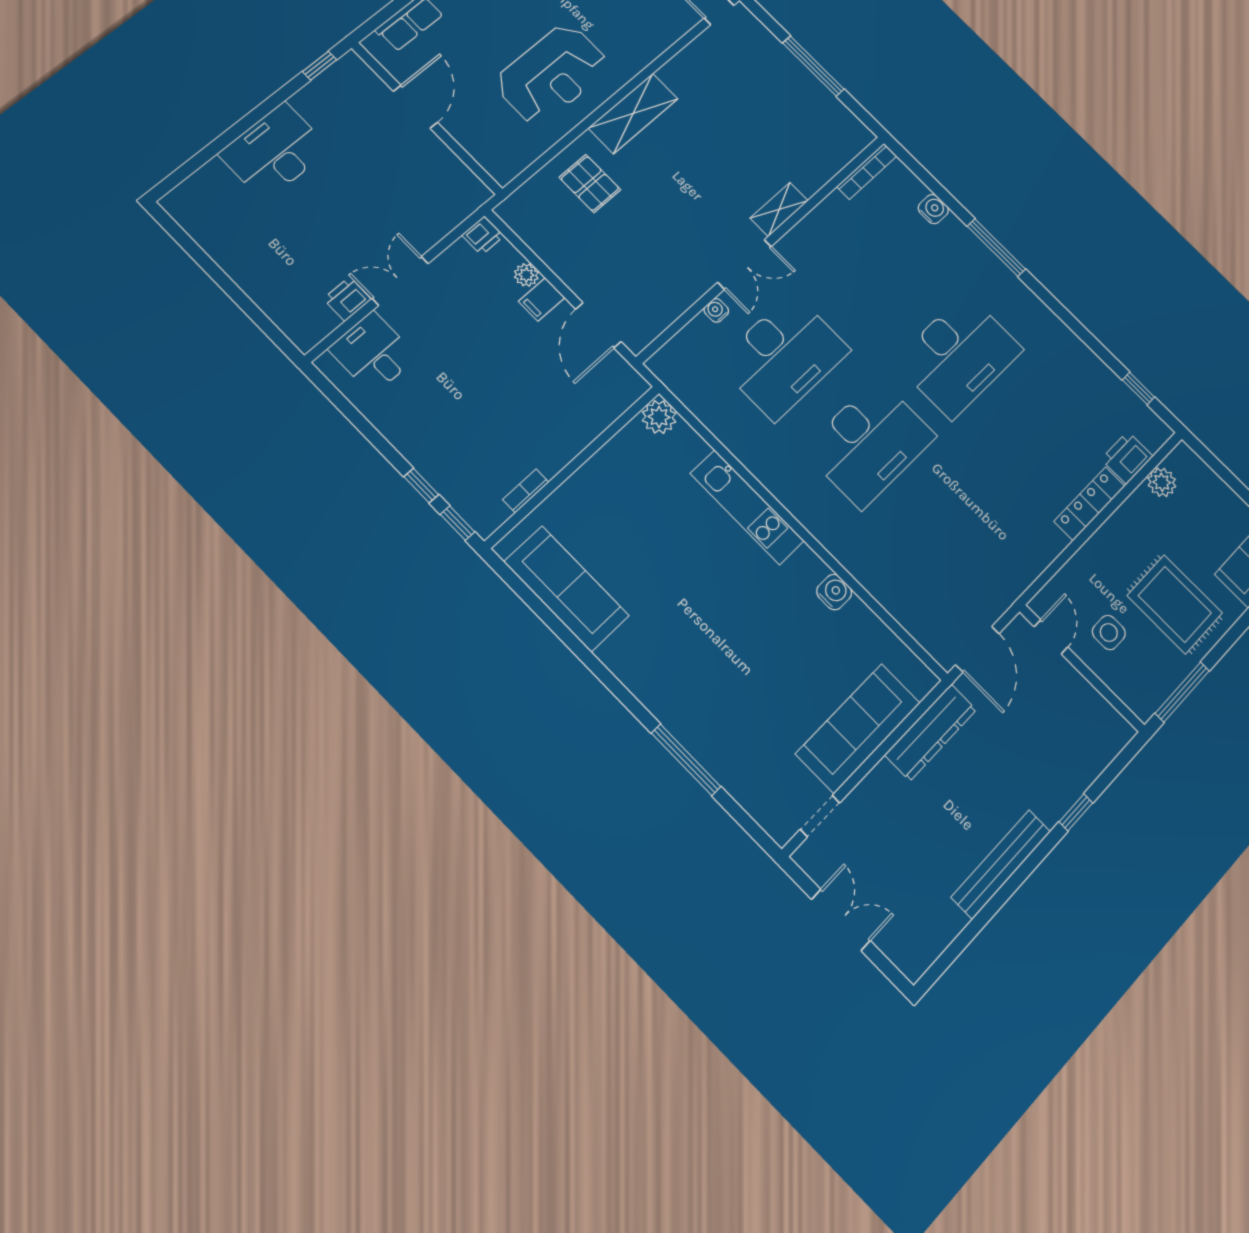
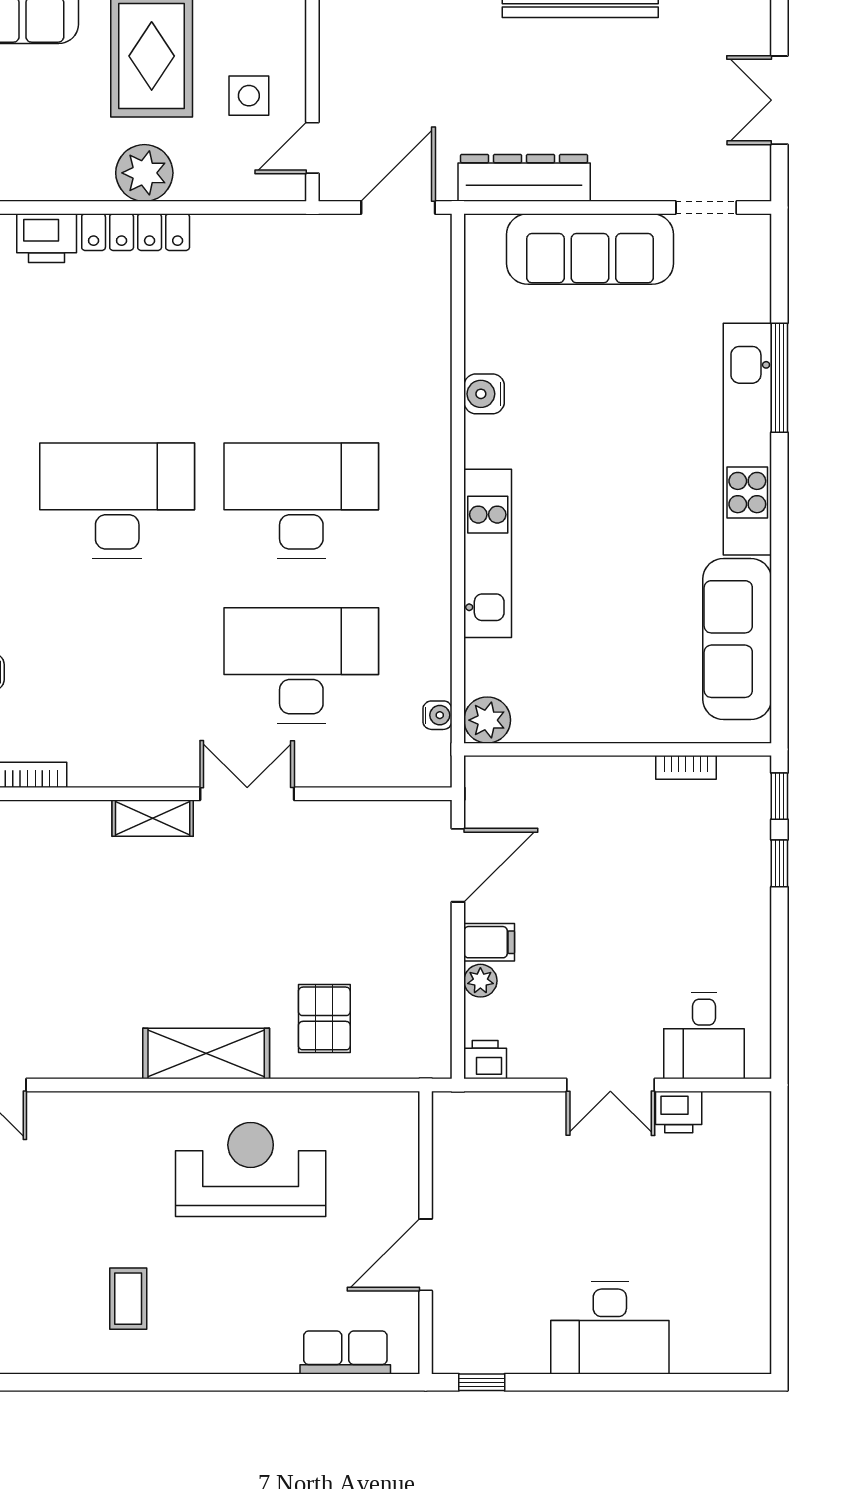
water cooler: (716, 310) -> (437, 715), moved, turned -90
plant: (1162, 482) -> (144, 173), moved, width x1.36, depth x1.36
kitchen unit: (670, 707) -> (747, 439), added

